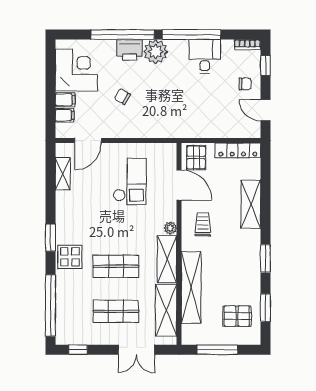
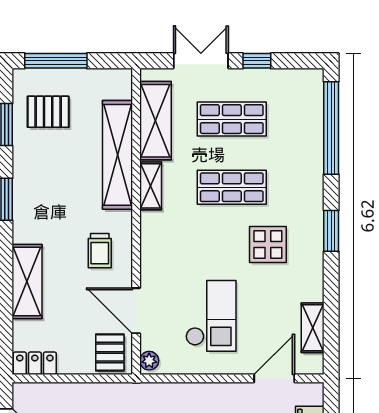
locker: (238, 150) -> (35, 363), width x0.66
checkout: (130, 182) -> (211, 316), turned 180
plant: (170, 228) -> (149, 361), moved
display table: (70, 257) -> (268, 245), moved
shelving: (167, 259) -> (151, 186), width x0.67, depth x0.75
window: (78, 350) -> (257, 61), moved
window: (217, 350) -> (56, 61), moved

